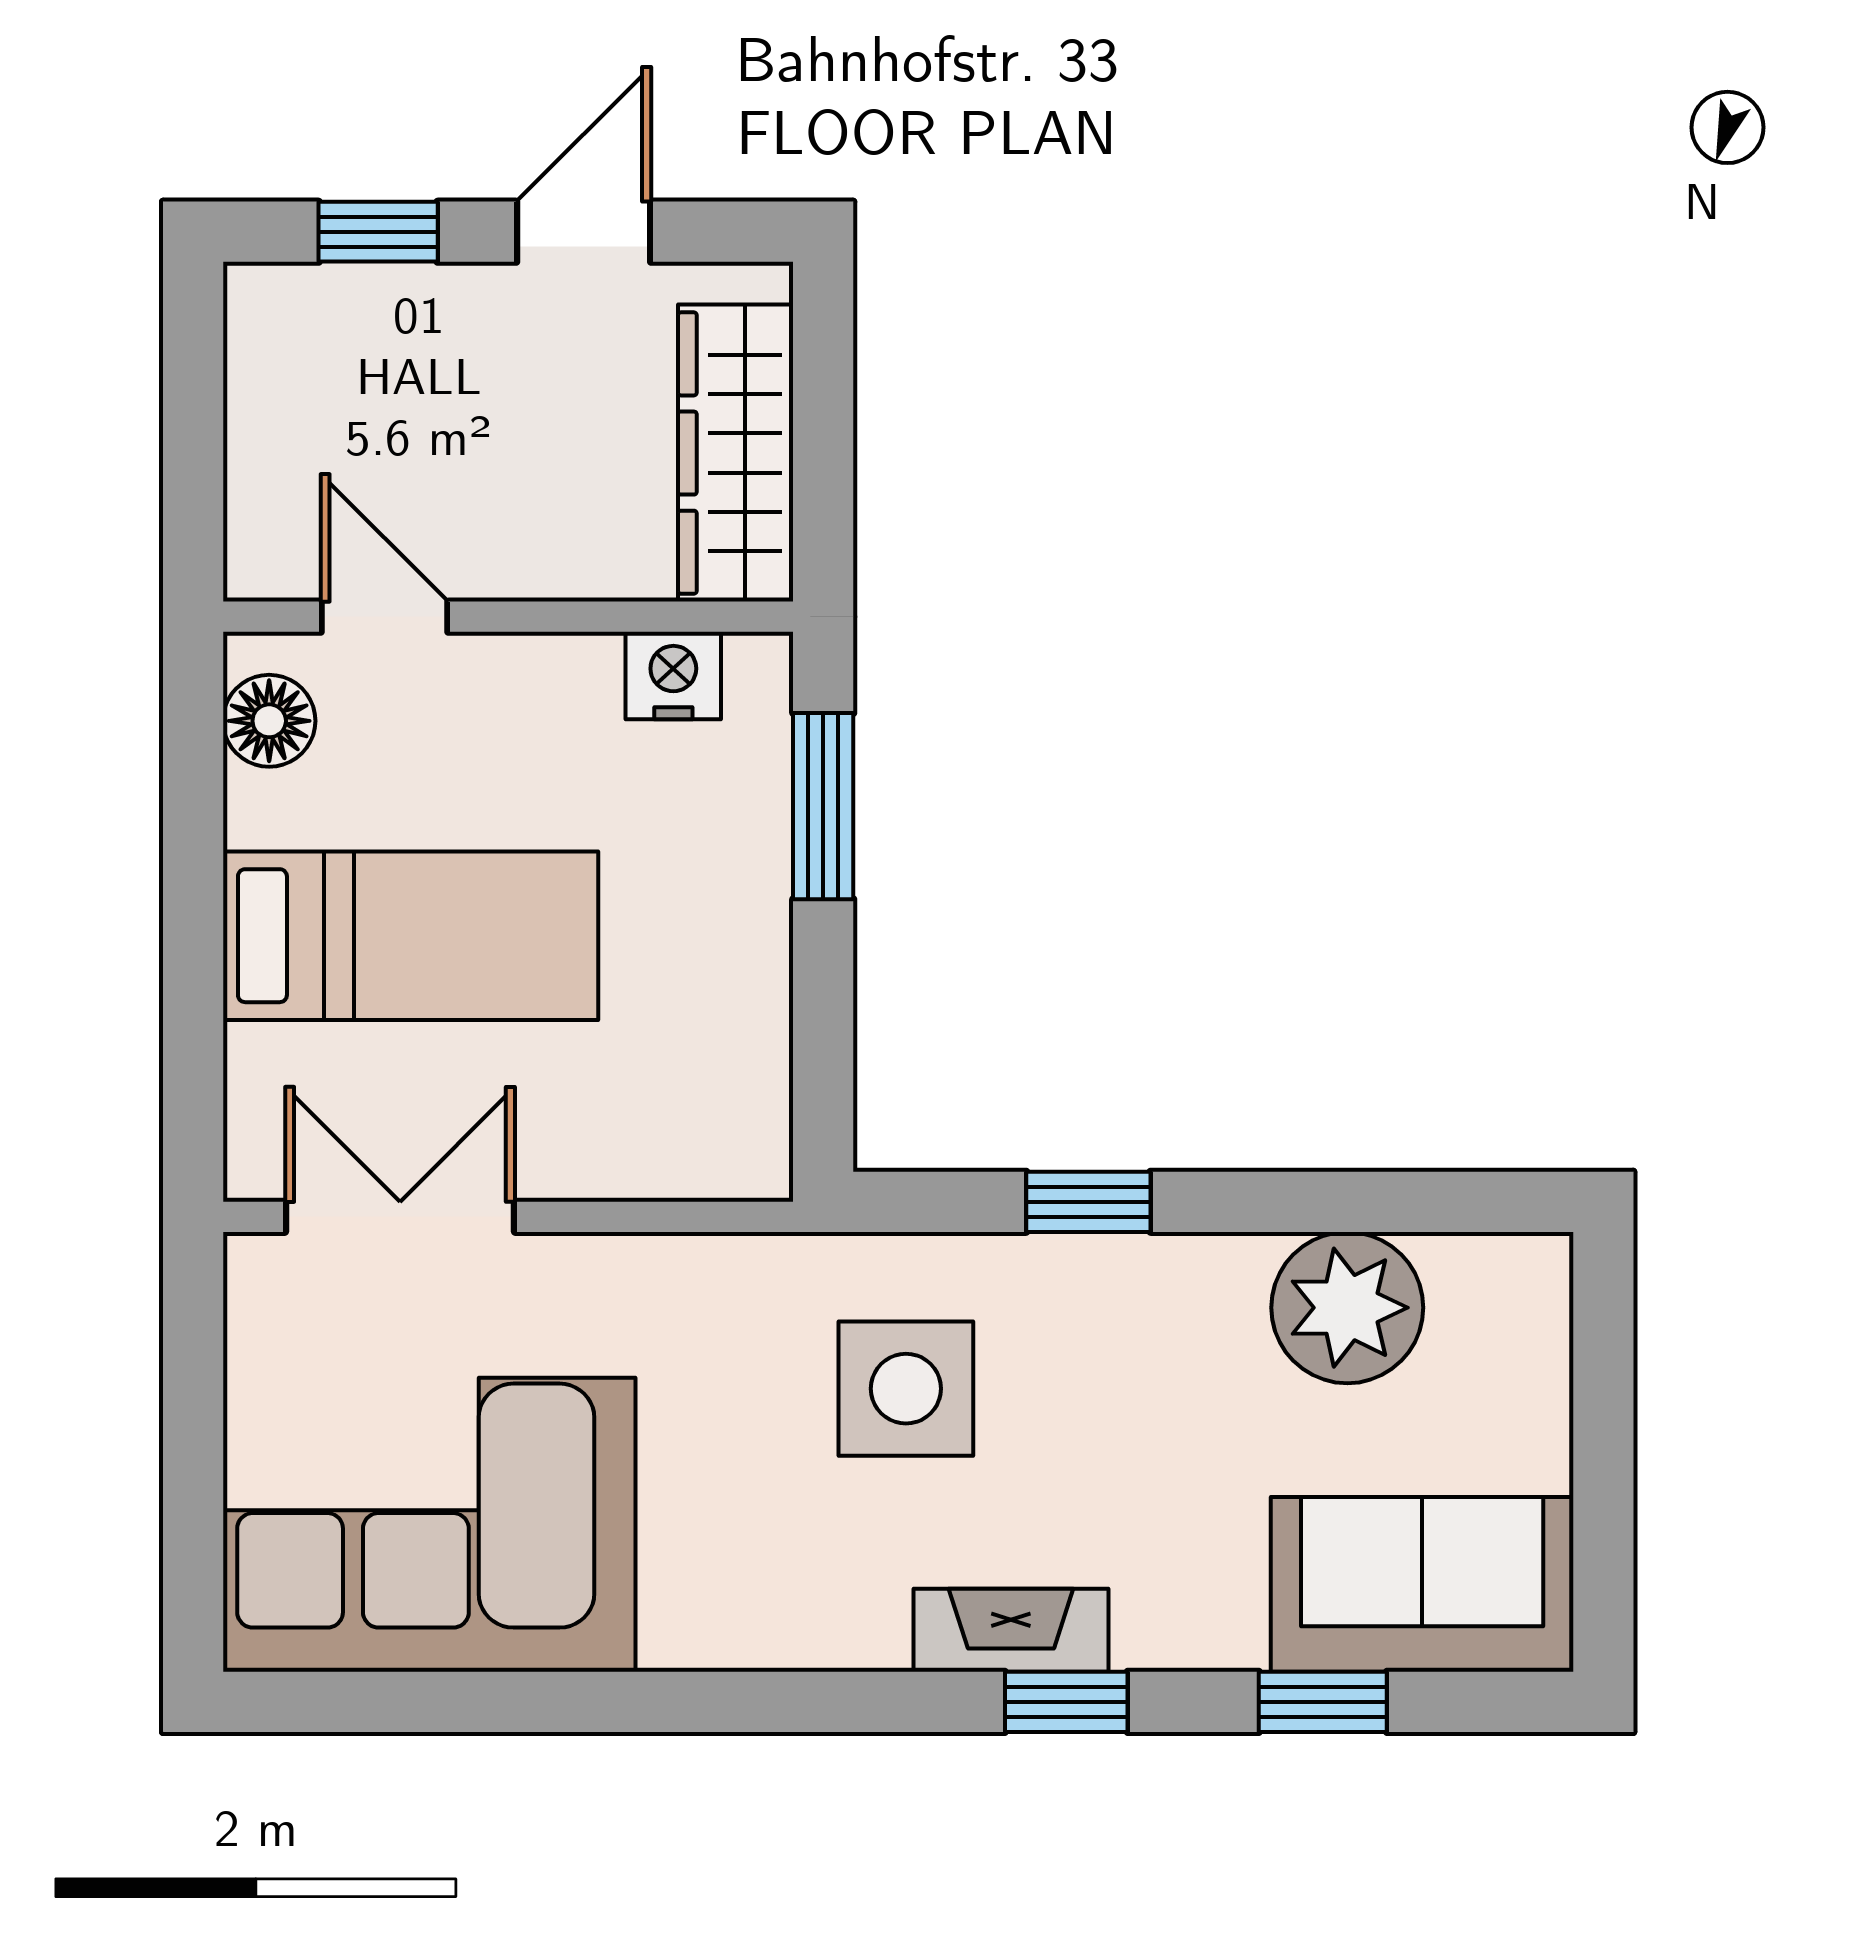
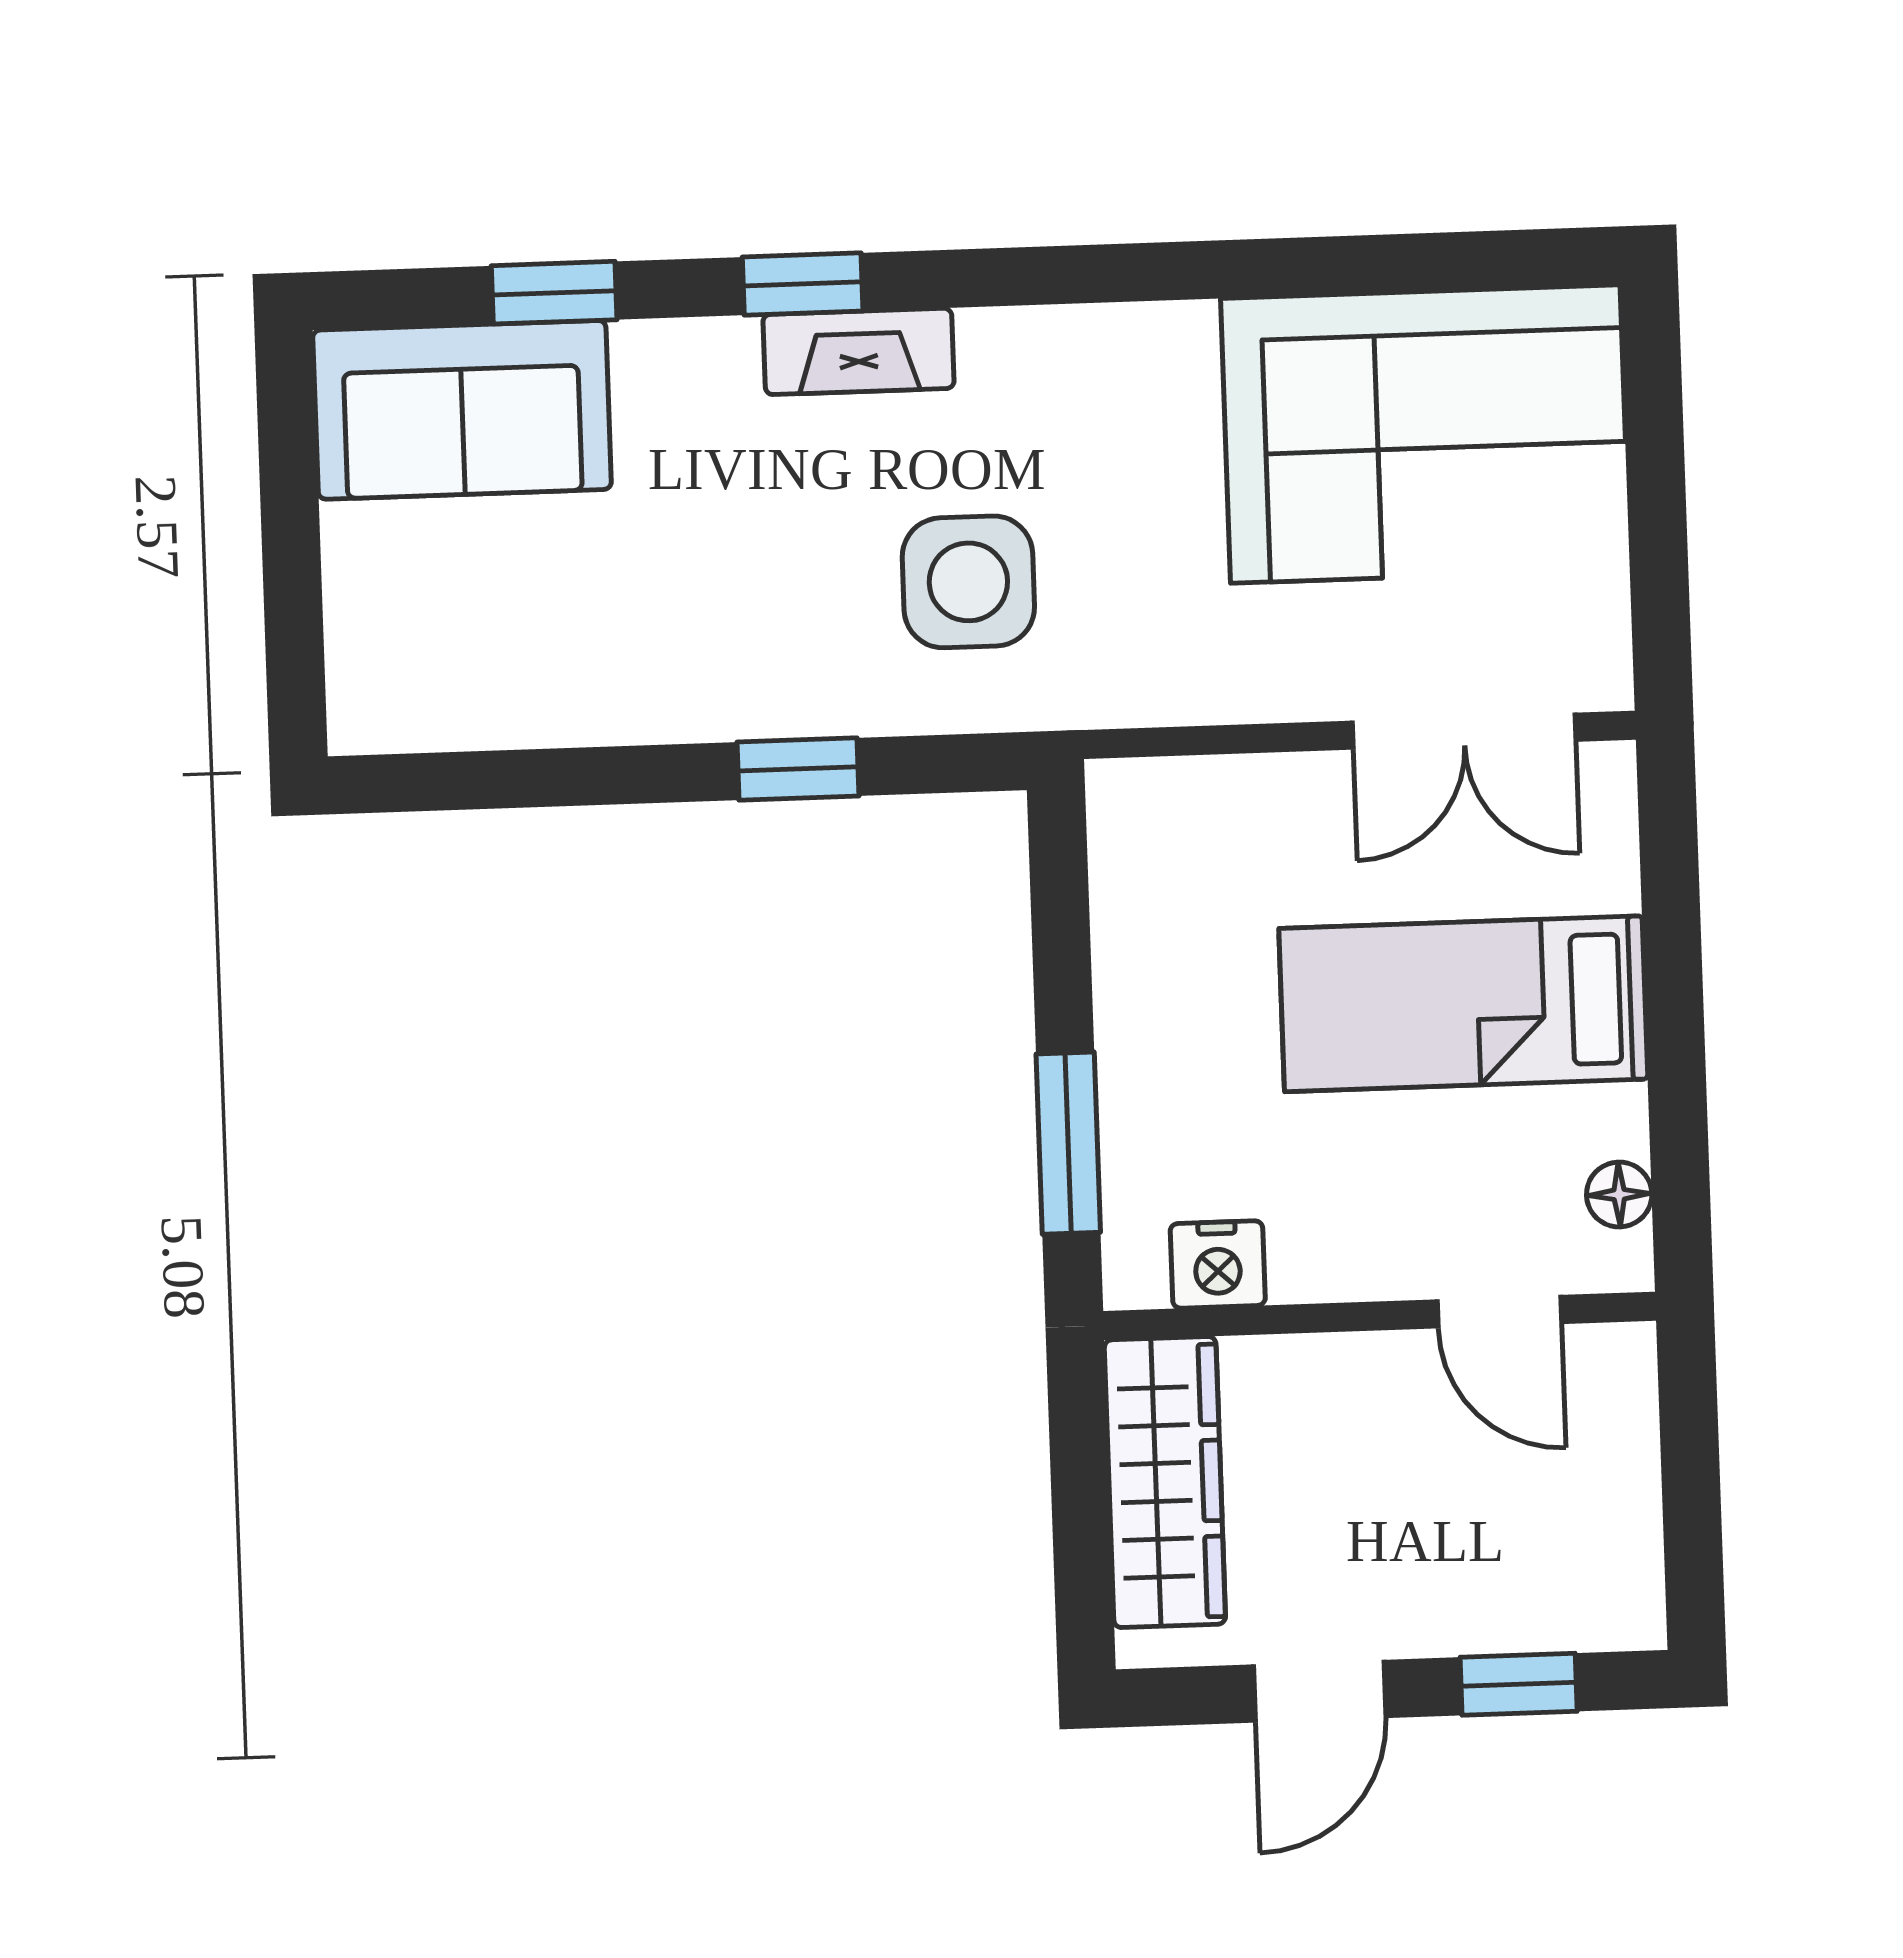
floor lamp: (269, 721) -> (1619, 1194), width x0.73, depth x0.73
plant: (1347, 1308) -> (544, 675), removed

